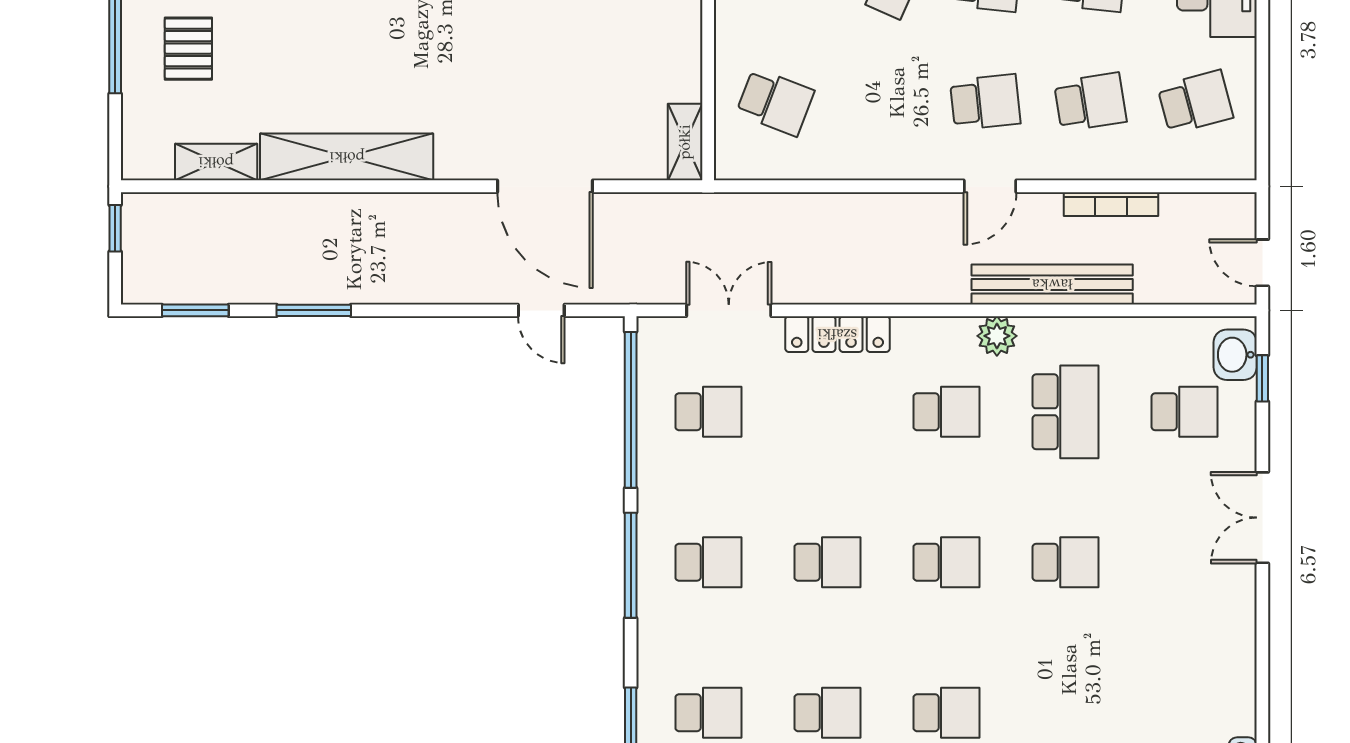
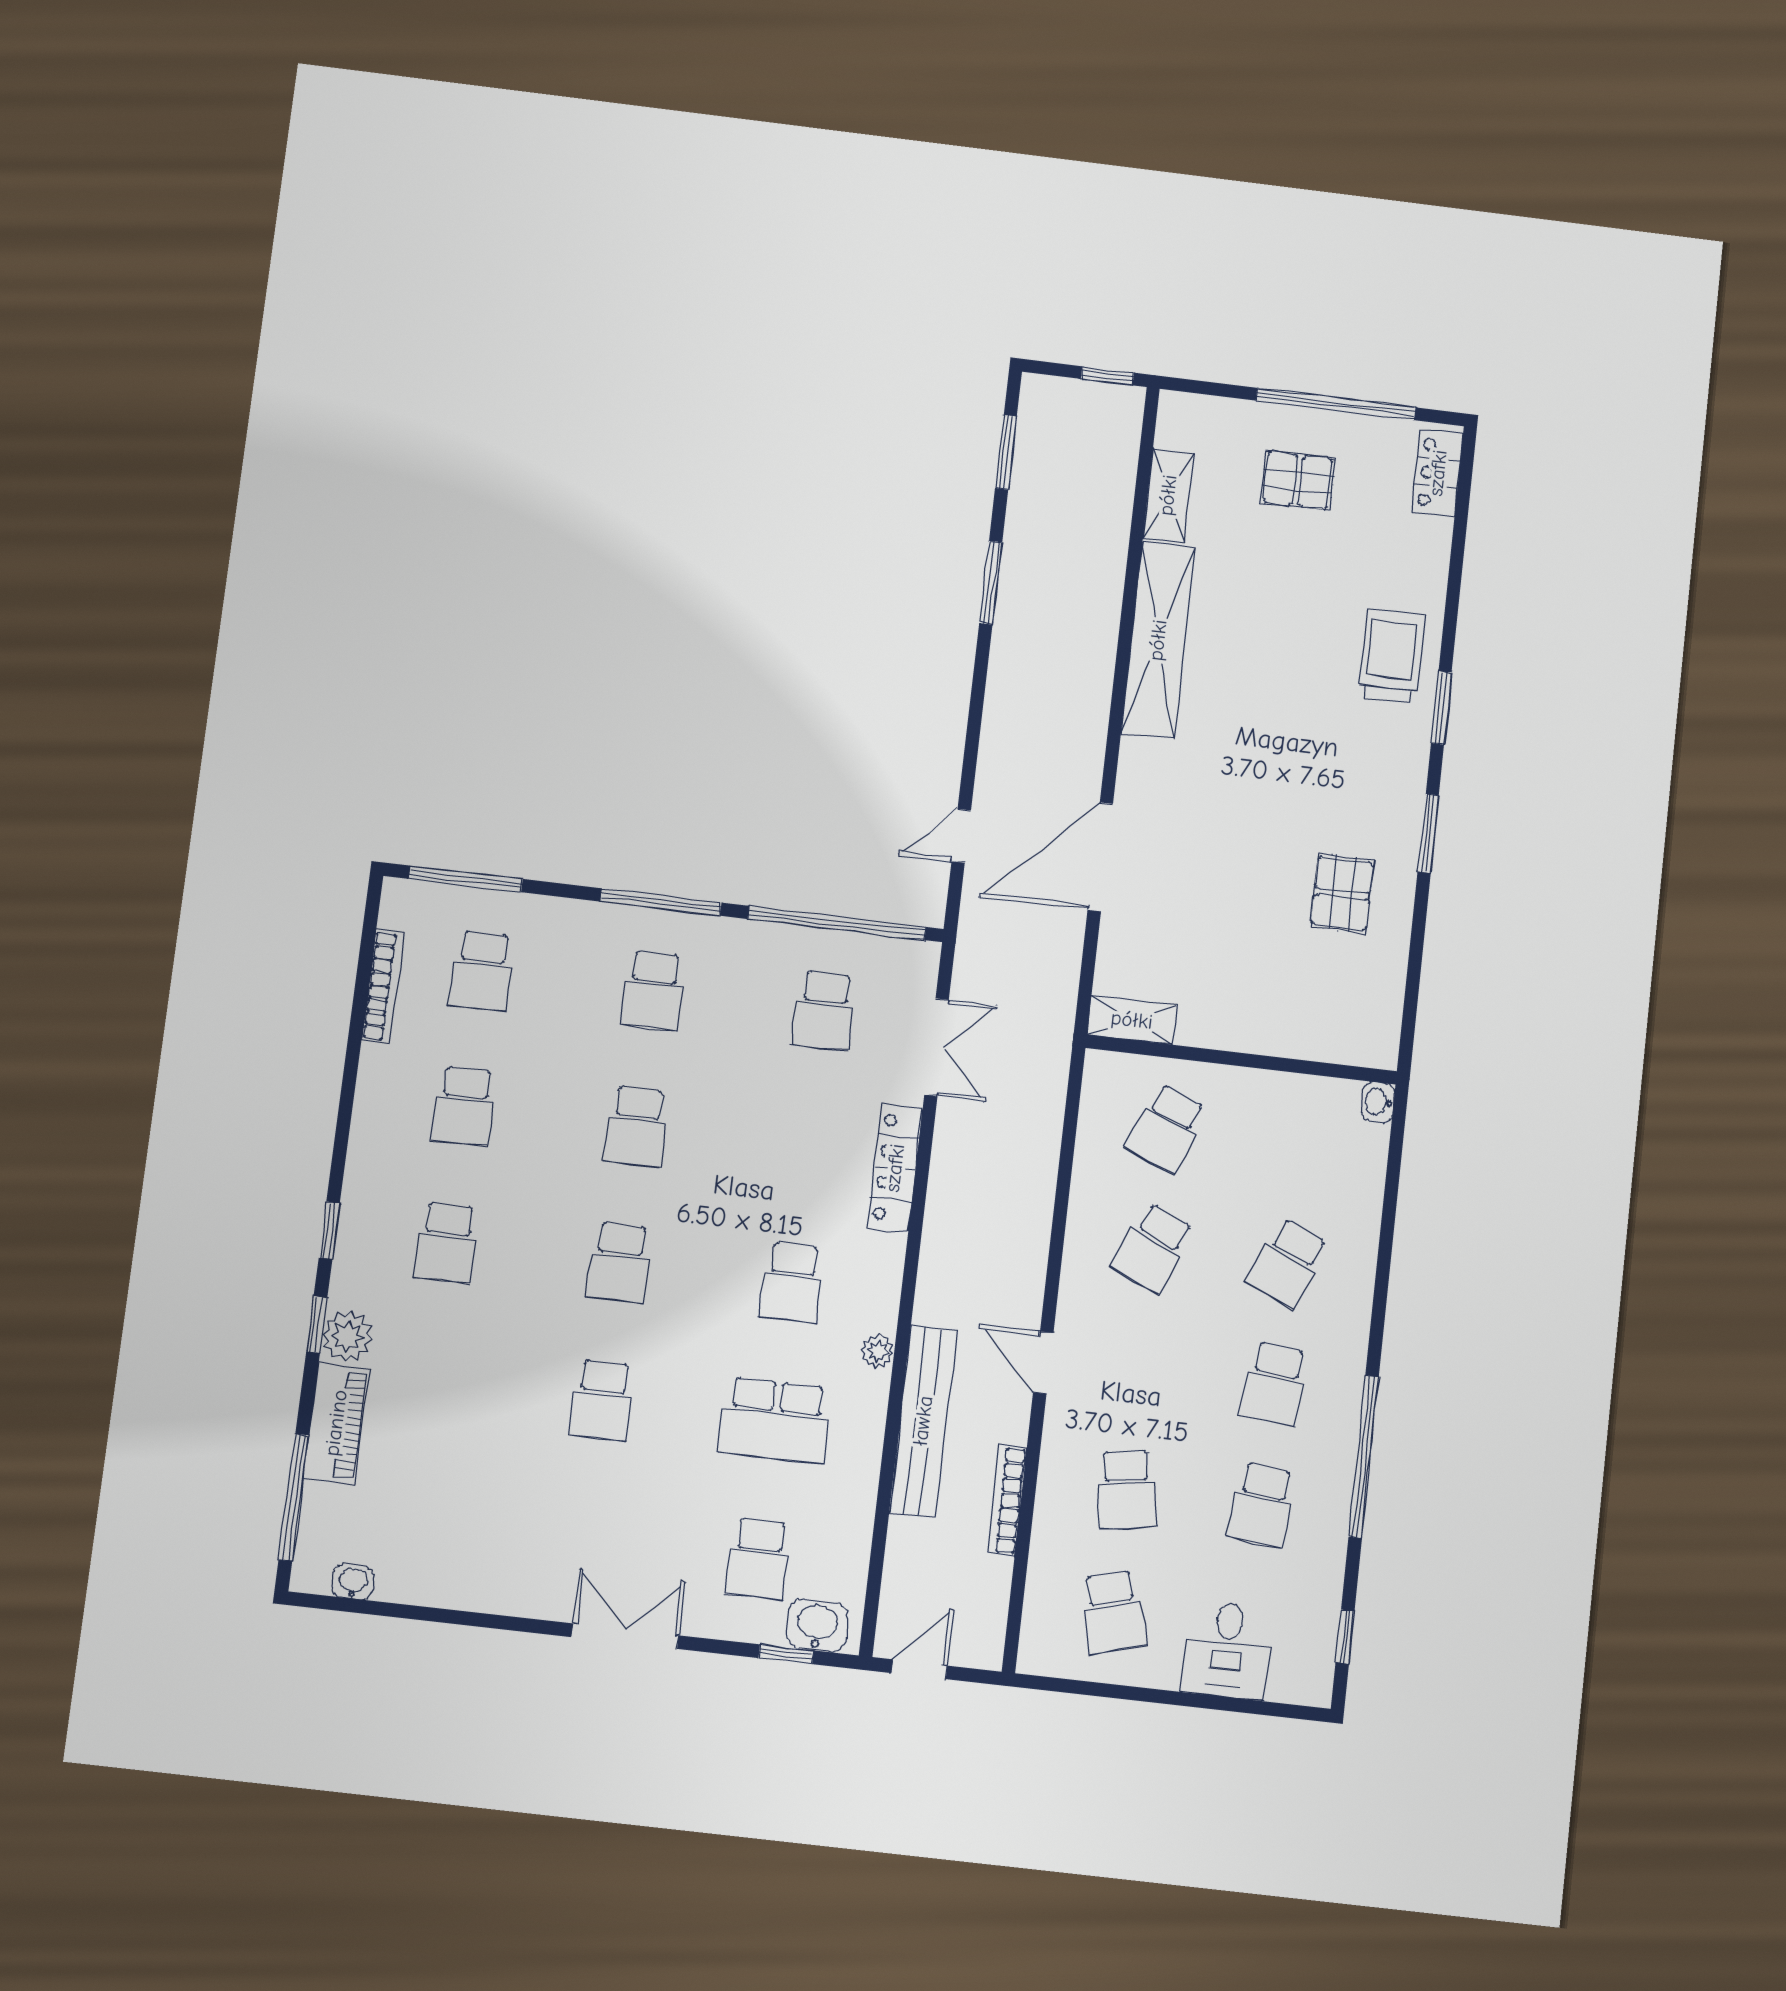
school desk: (985, 102) -> (1153, 1248), moved, turned 30
plant: (997, 336) -> (878, 1352), width x0.73, depth x0.73

